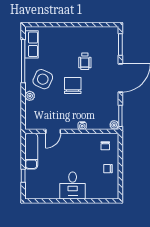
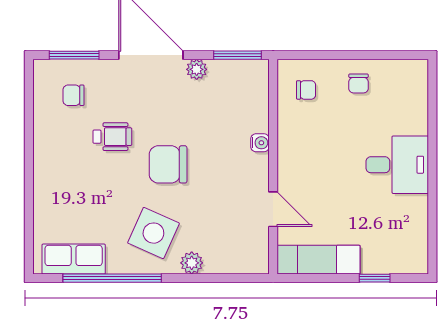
chair: (103, 44) -> (74, 95), added
plant: (114, 125) -> (197, 69), moved

